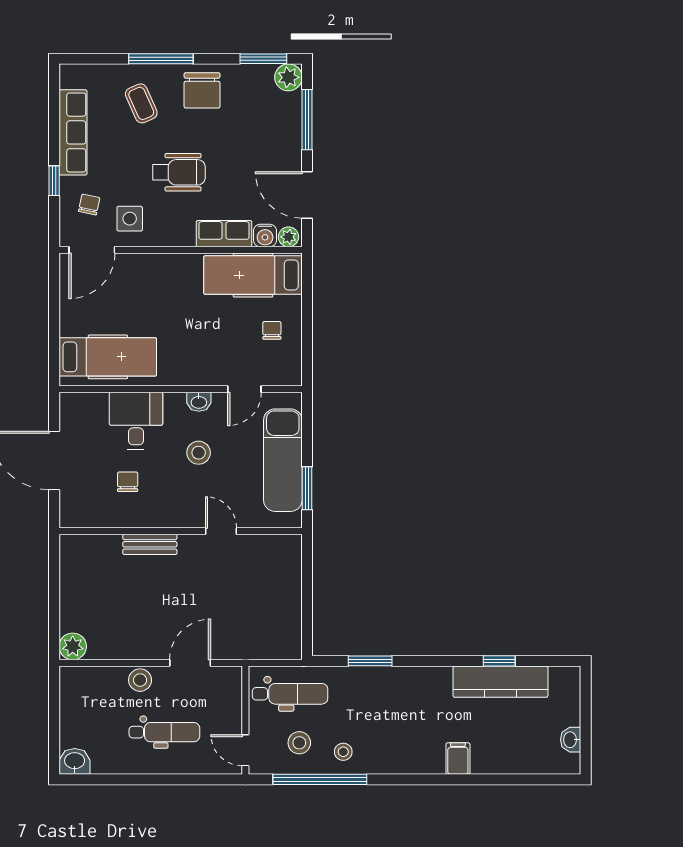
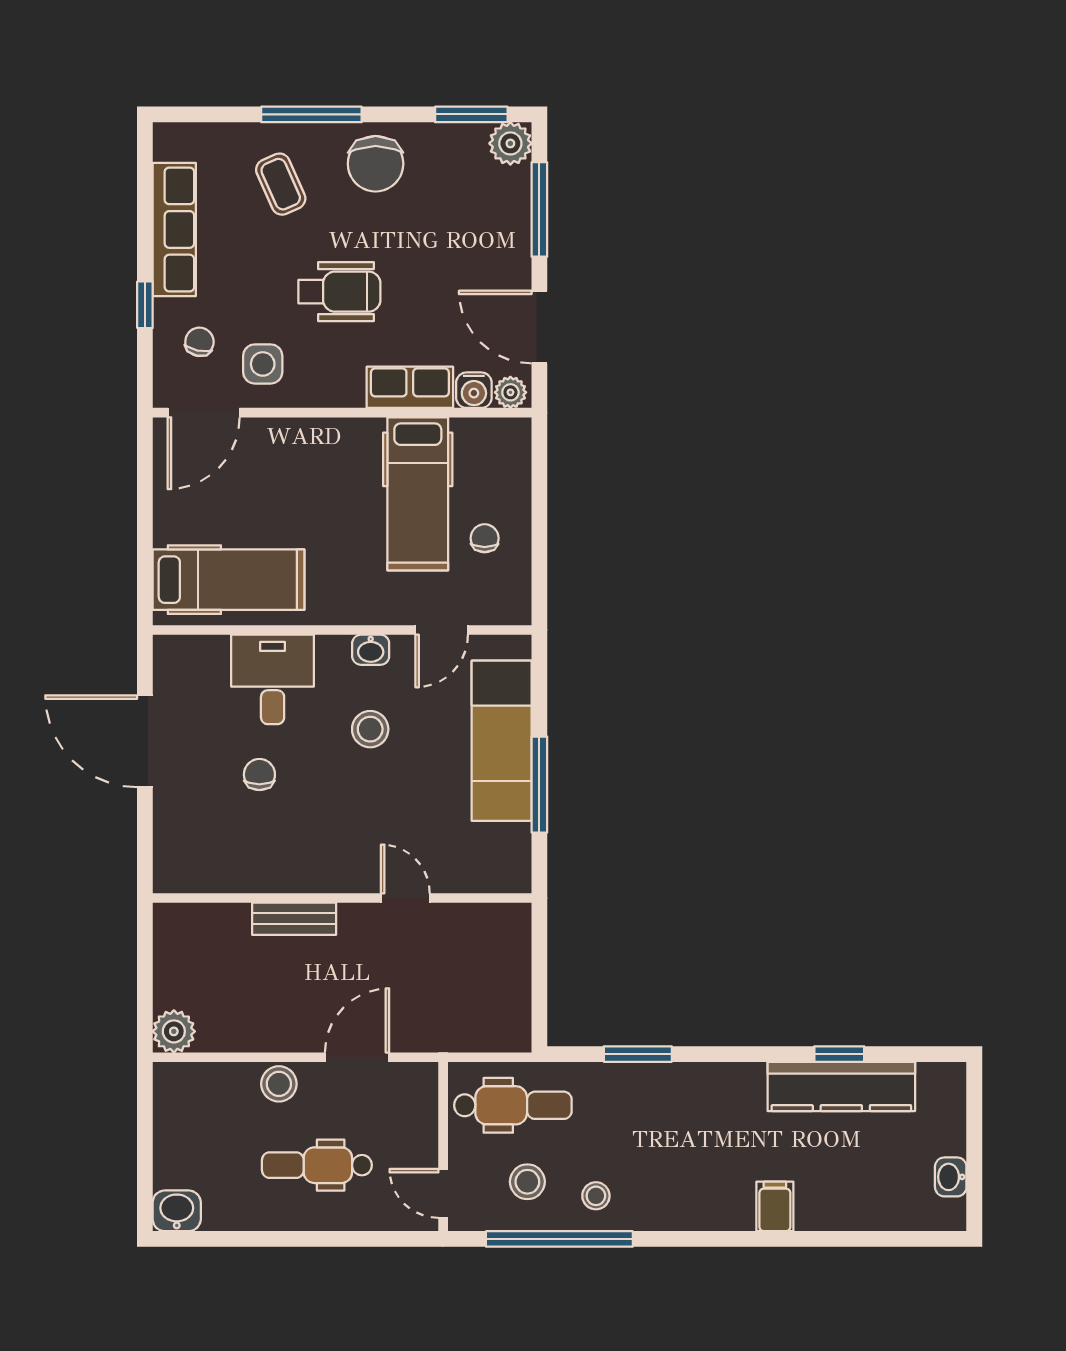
hospital bed: (253, 275) -> (418, 494), moved, turned -90
window: (307, 488) -> (539, 785), width x1.44
wall: (181, 531) -> (342, 898), moved
door: (221, 531) -> (405, 898), moved
bench: (150, 544) -> (294, 919), moved
dental chair: (164, 732) -> (317, 1165), turned 180

